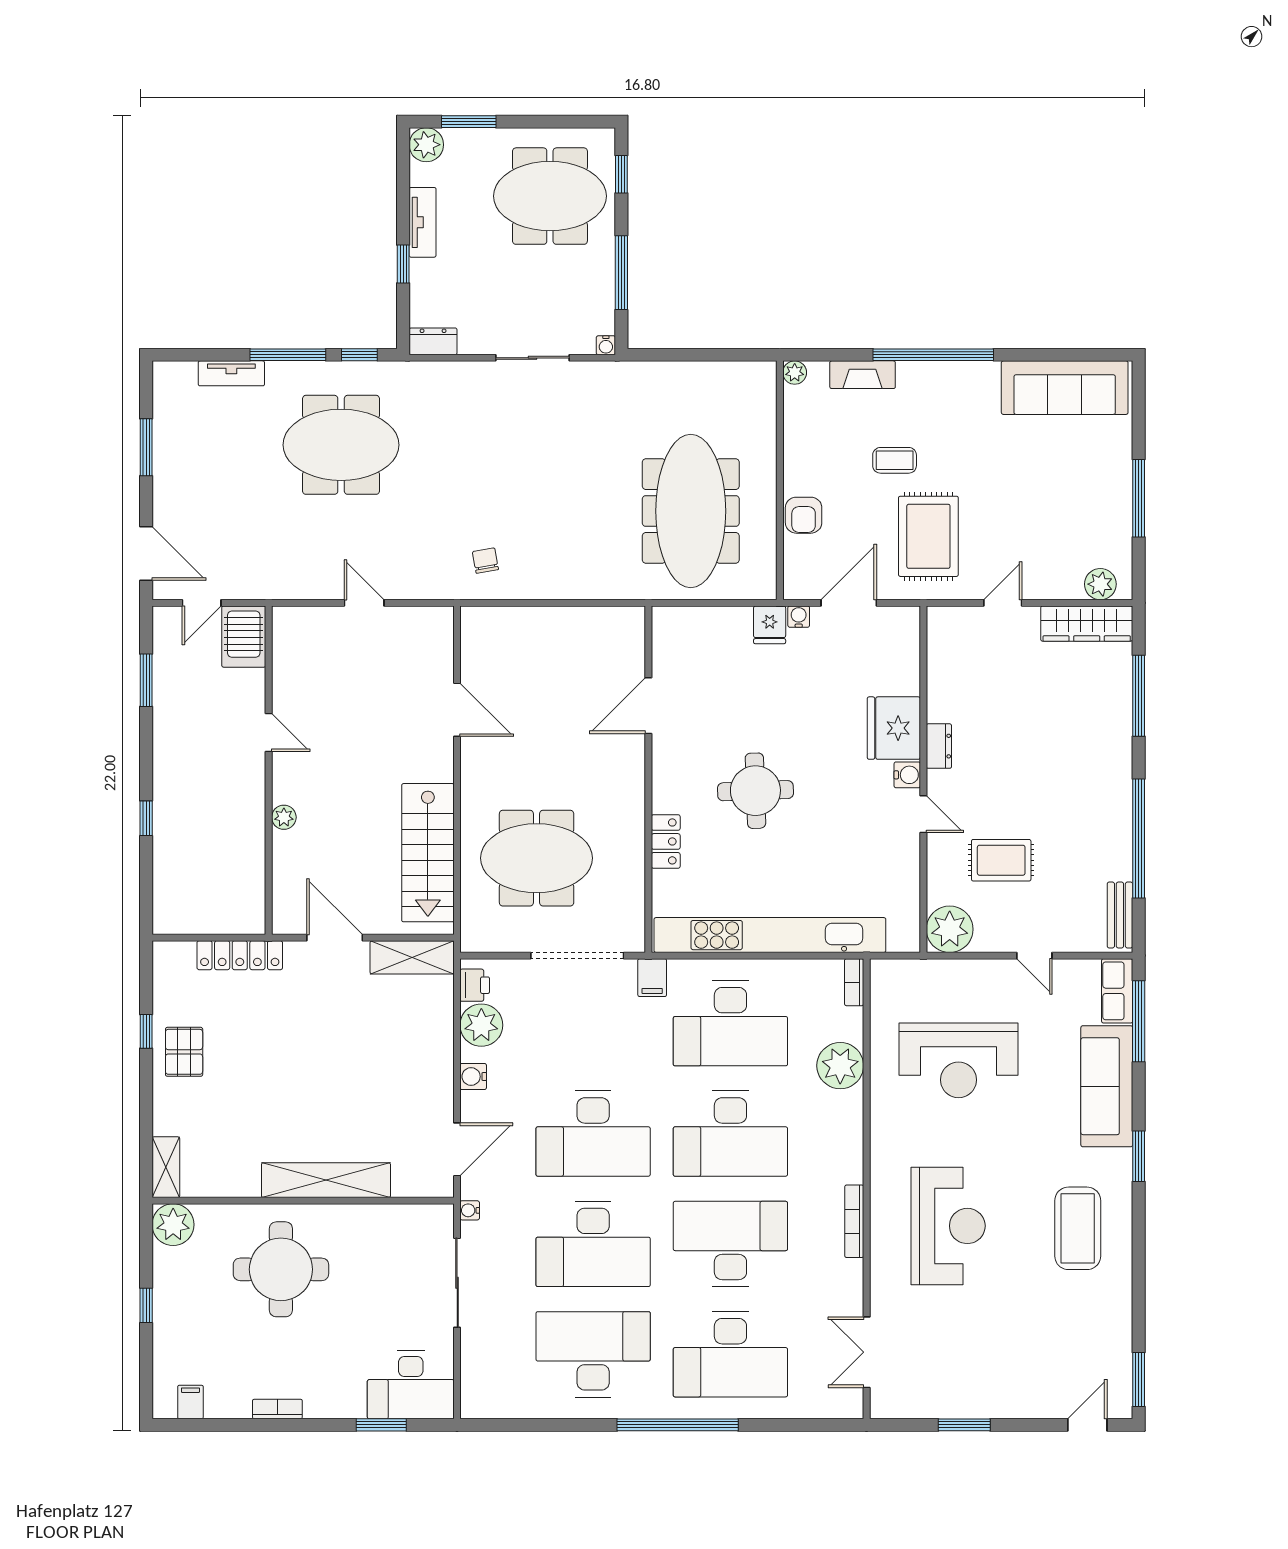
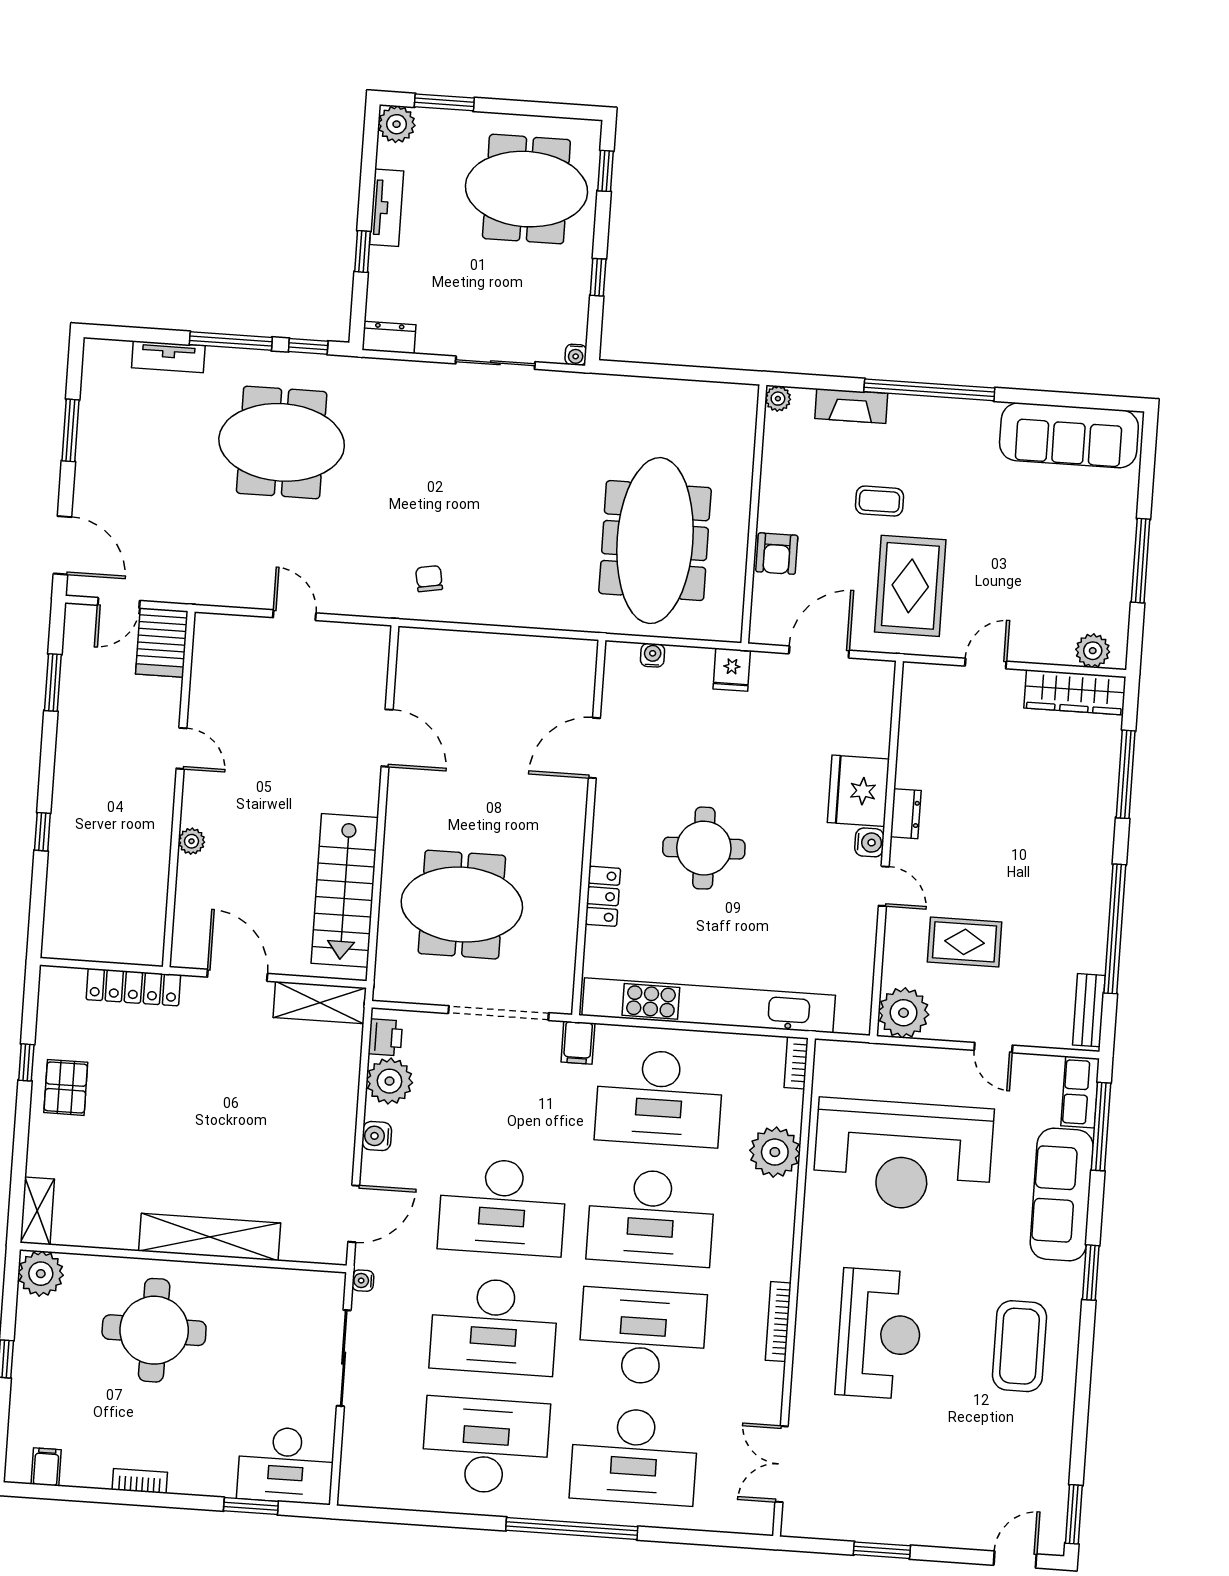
window: (621, 273) -> (598, 277), width x0.46
water cooler: (799, 617) -> (652, 655), moved
reception desk: (959, 1060) -> (903, 1155), width x1.36, depth x1.30

